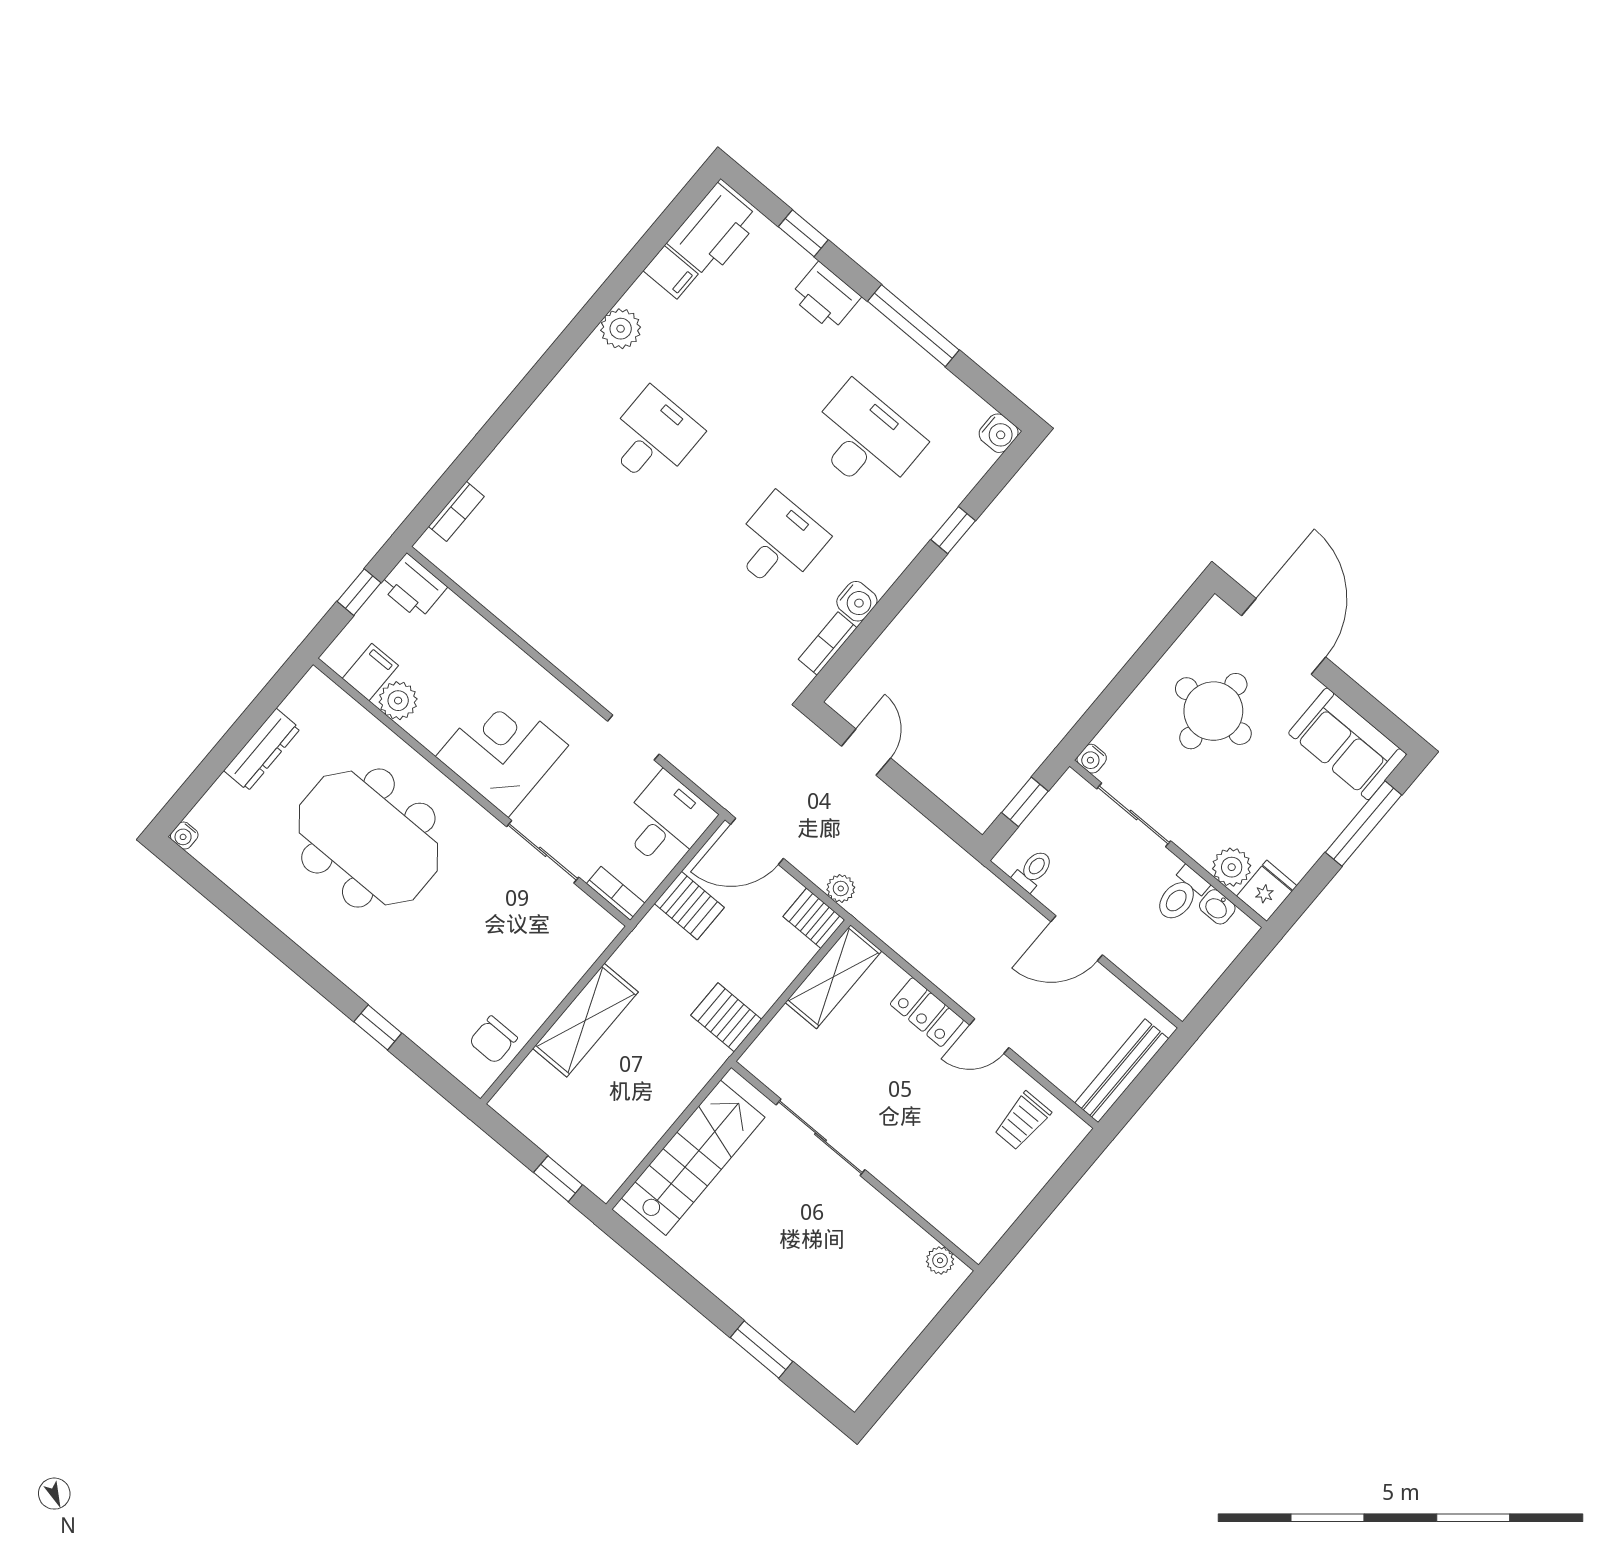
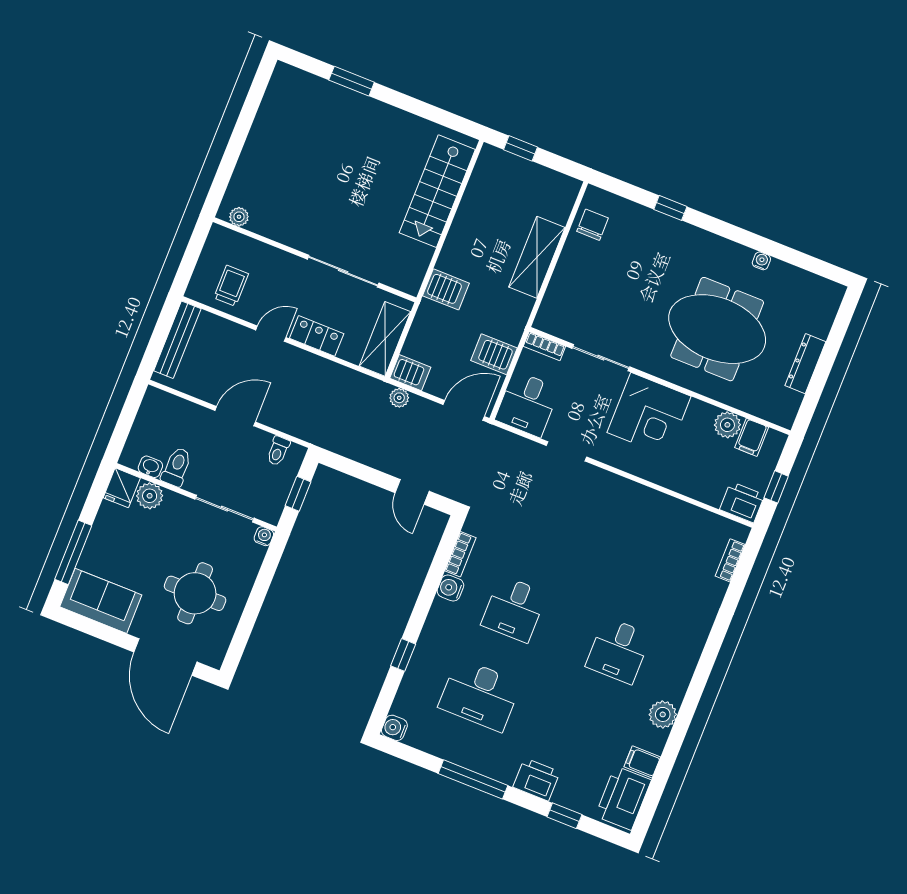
water cooler: (184, 835) -> (761, 261), moved
sliding door: (821, 1137) -> (343, 271), moved
wall: (855, 1166) -> (315, 260), moved
plant: (940, 1260) -> (239, 217), moved

